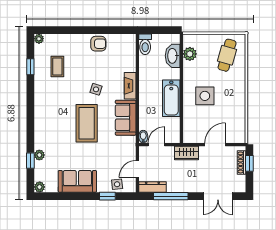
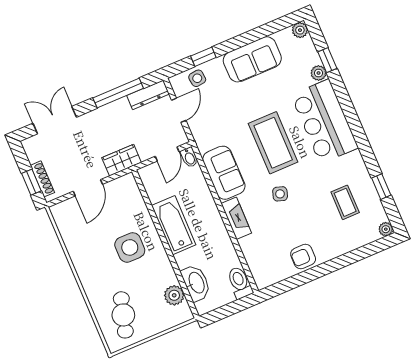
bar counter: (49, 123) -> (325, 121), added

